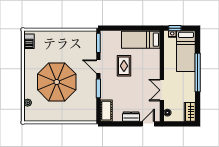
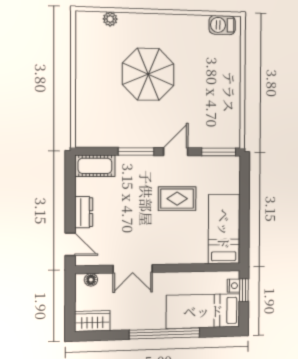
parasol: (57, 82) -> (148, 74), width x0.73, depth x0.73
double door: (162, 90) -> (133, 269), swing flipped

